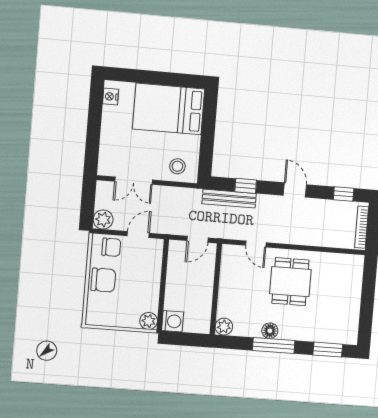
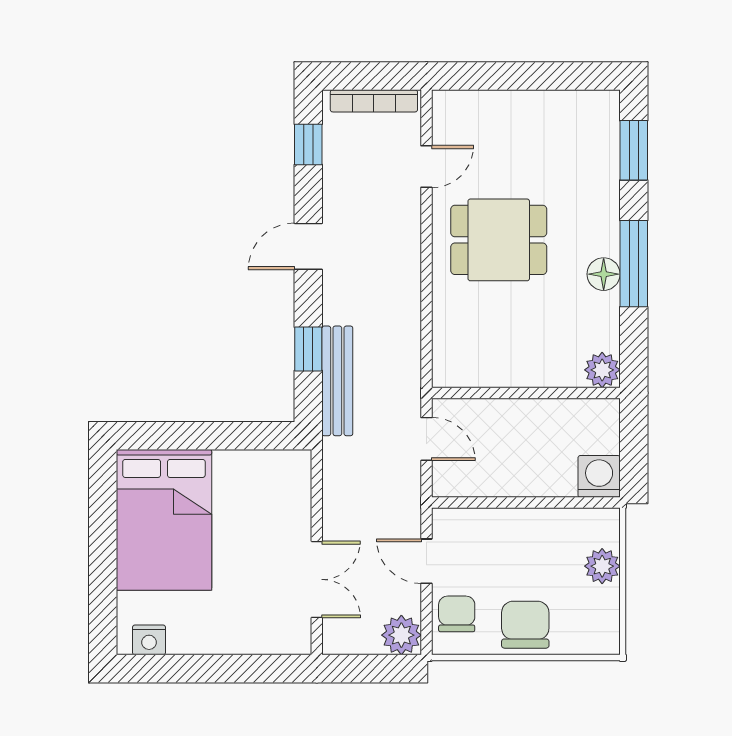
stool: (177, 166) -> (280, 492), removed
door: (256, 244) -> (426, 167), moved
plant: (149, 321) -> (602, 566), moved

